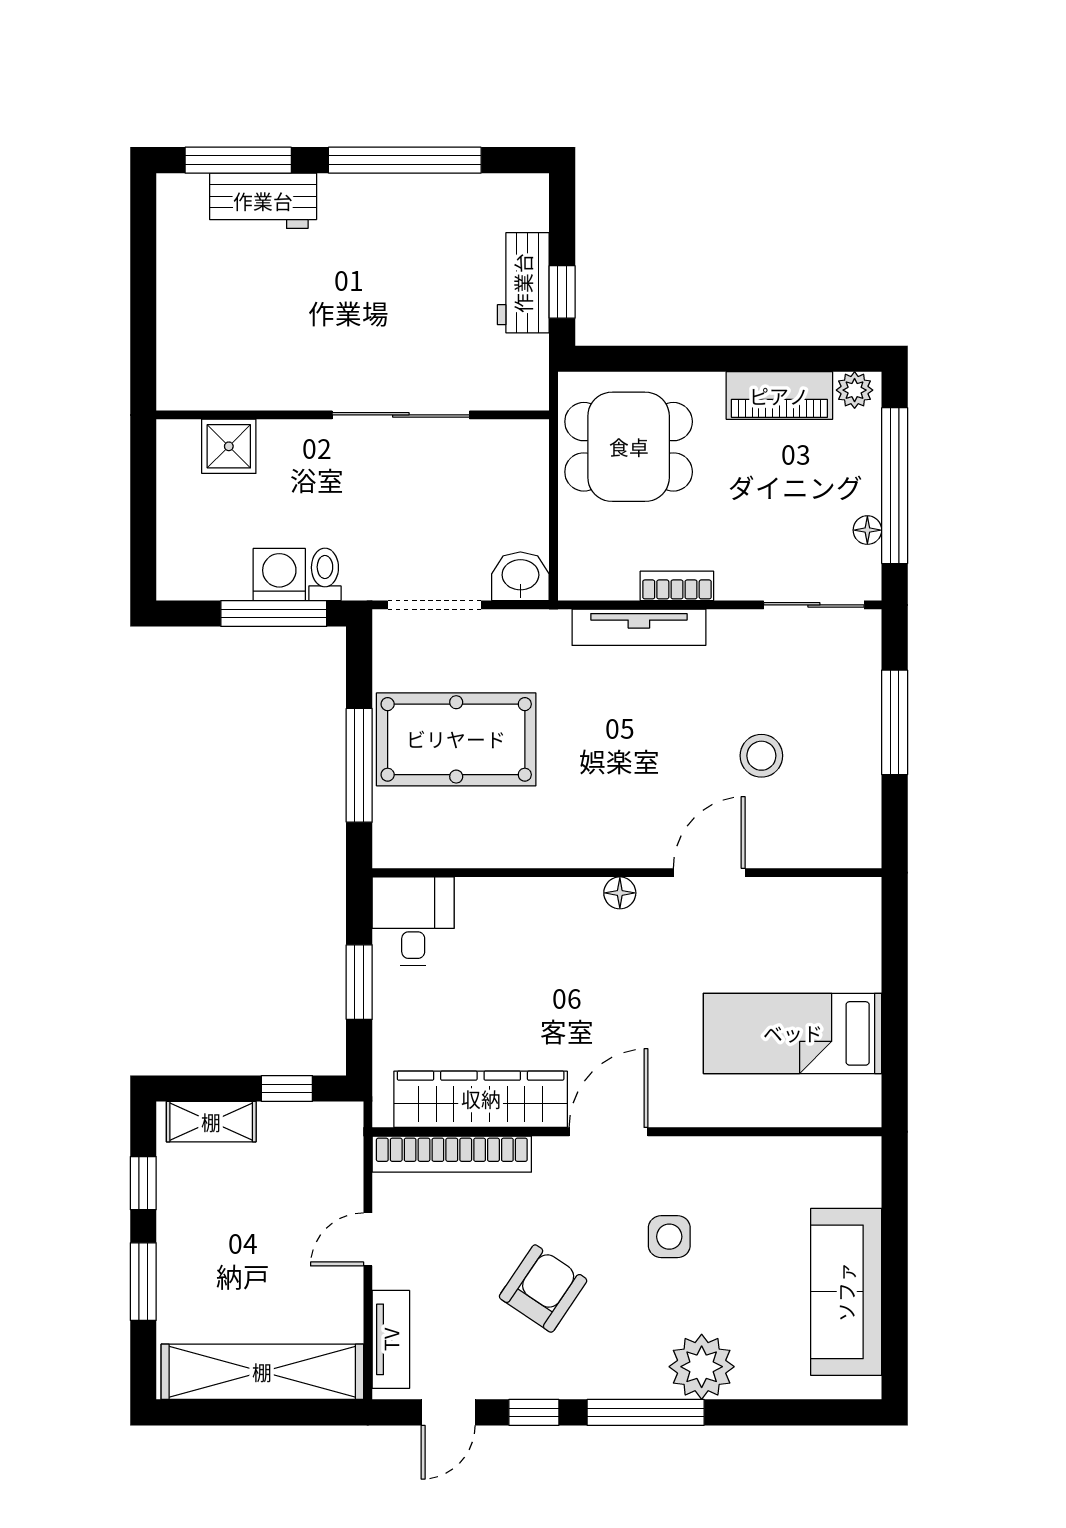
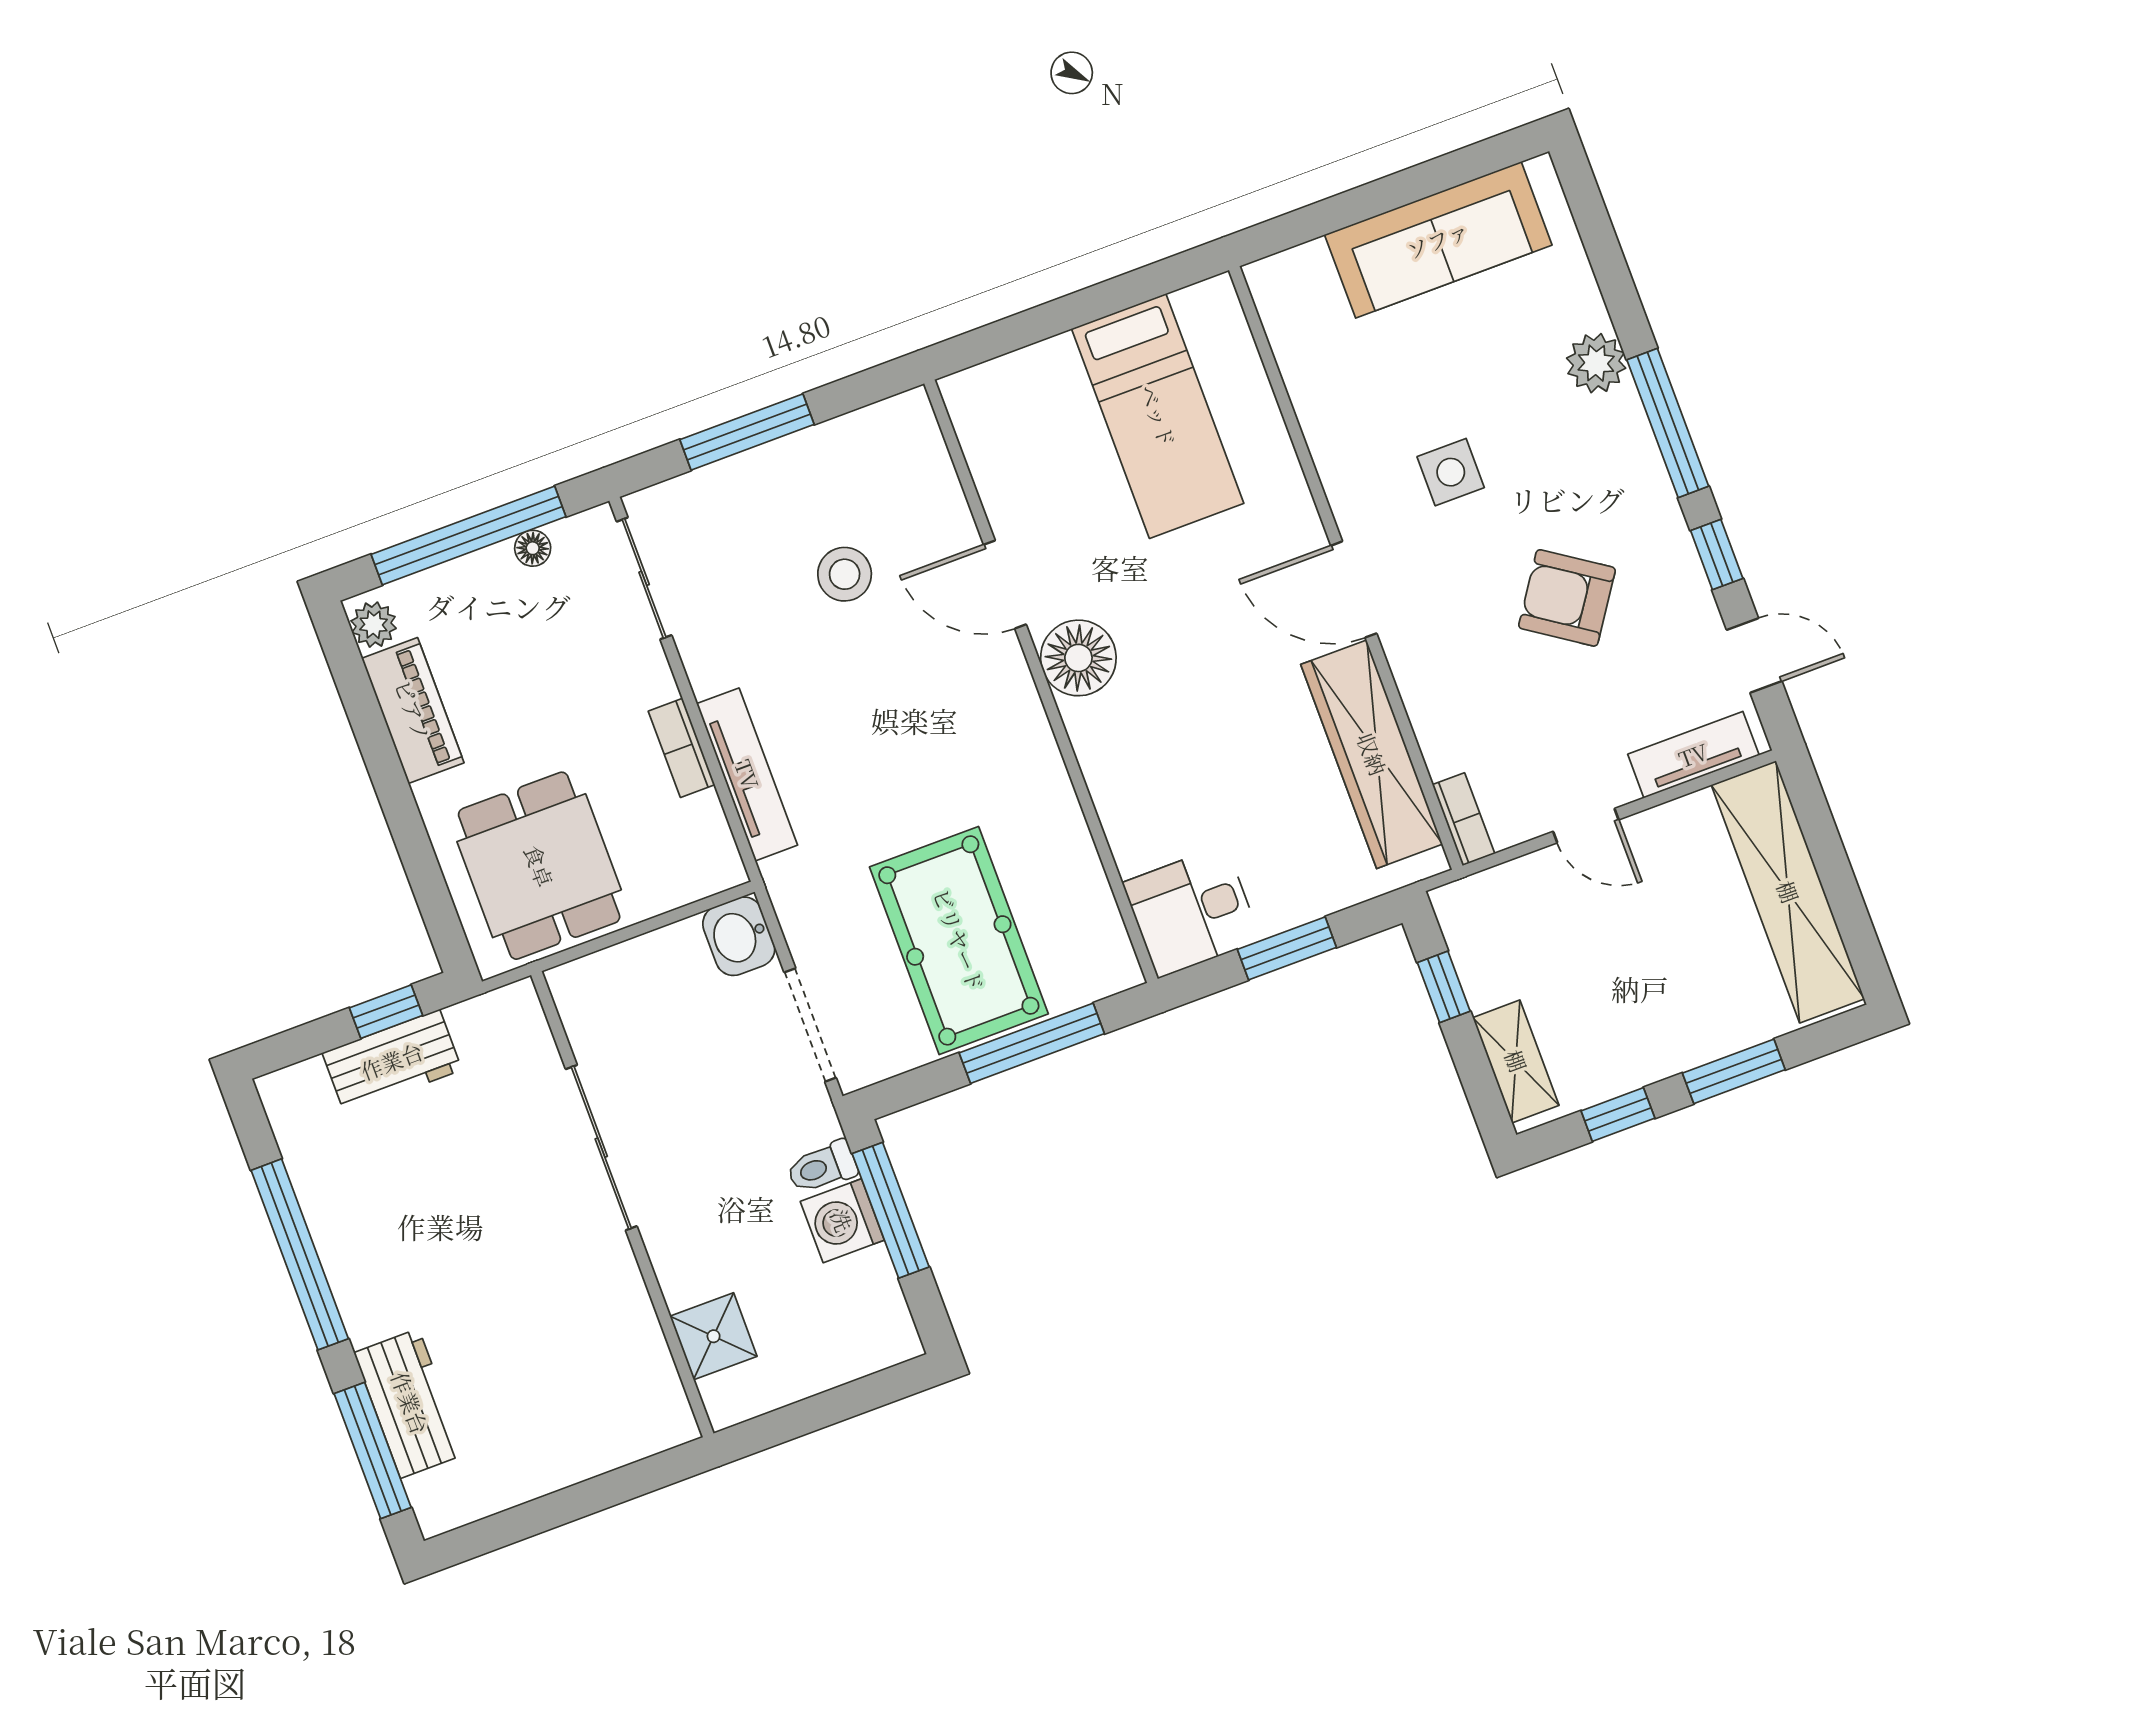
floor lamp: (620, 893) -> (1078, 658), width x1.89, depth x1.89
bookcase: (452, 1154) -> (1463, 819), width x0.43, depth x0.76
plant: (702, 1367) -> (1596, 363), width x0.73, depth x0.73

